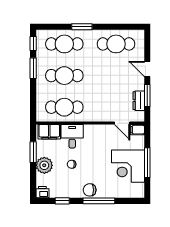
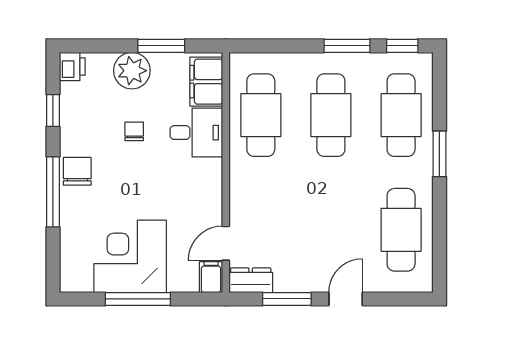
dresser: (139, 101) -> (251, 280), moved

